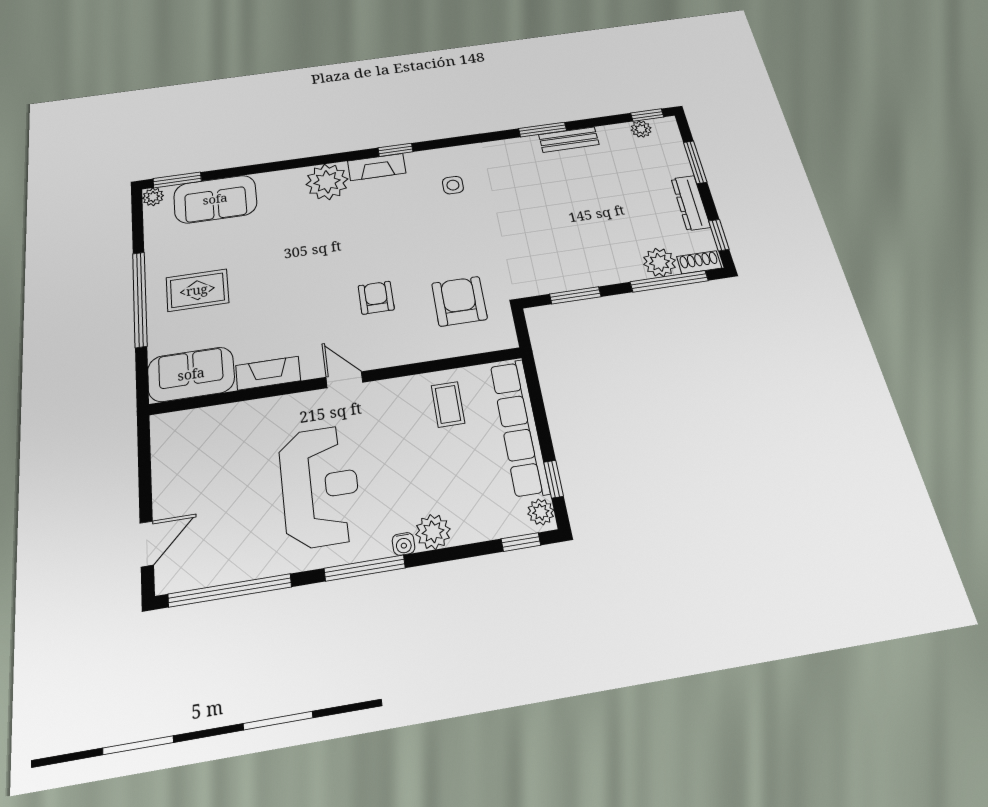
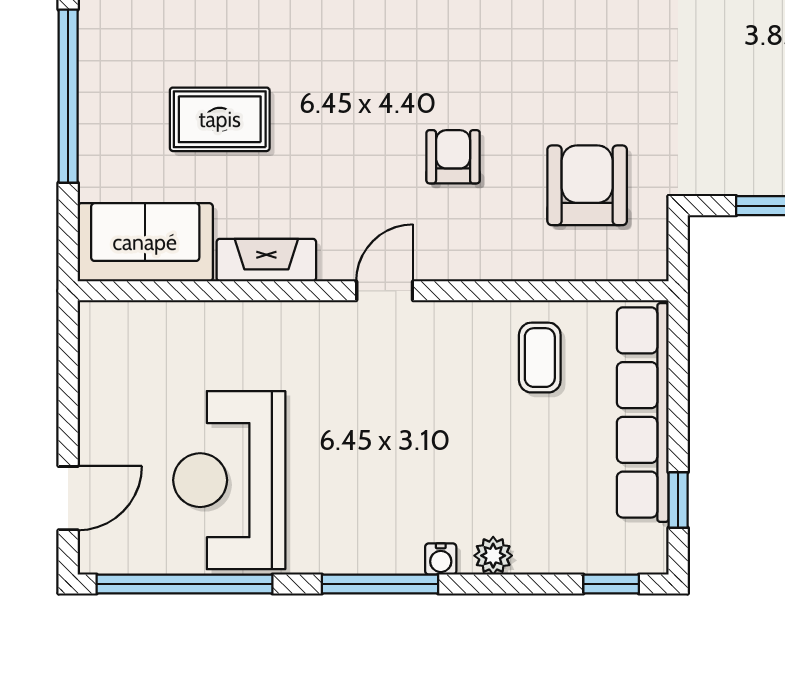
rug: (197, 290) -> (220, 119), moved
door: (344, 380) -> (385, 291), hinge flipped
reception desk: (320, 486) -> (229, 480), moved, turned 180
plant: (541, 512) -> (649, 545), removed
plant: (433, 532) -> (493, 556), width x0.73, depth x0.73

